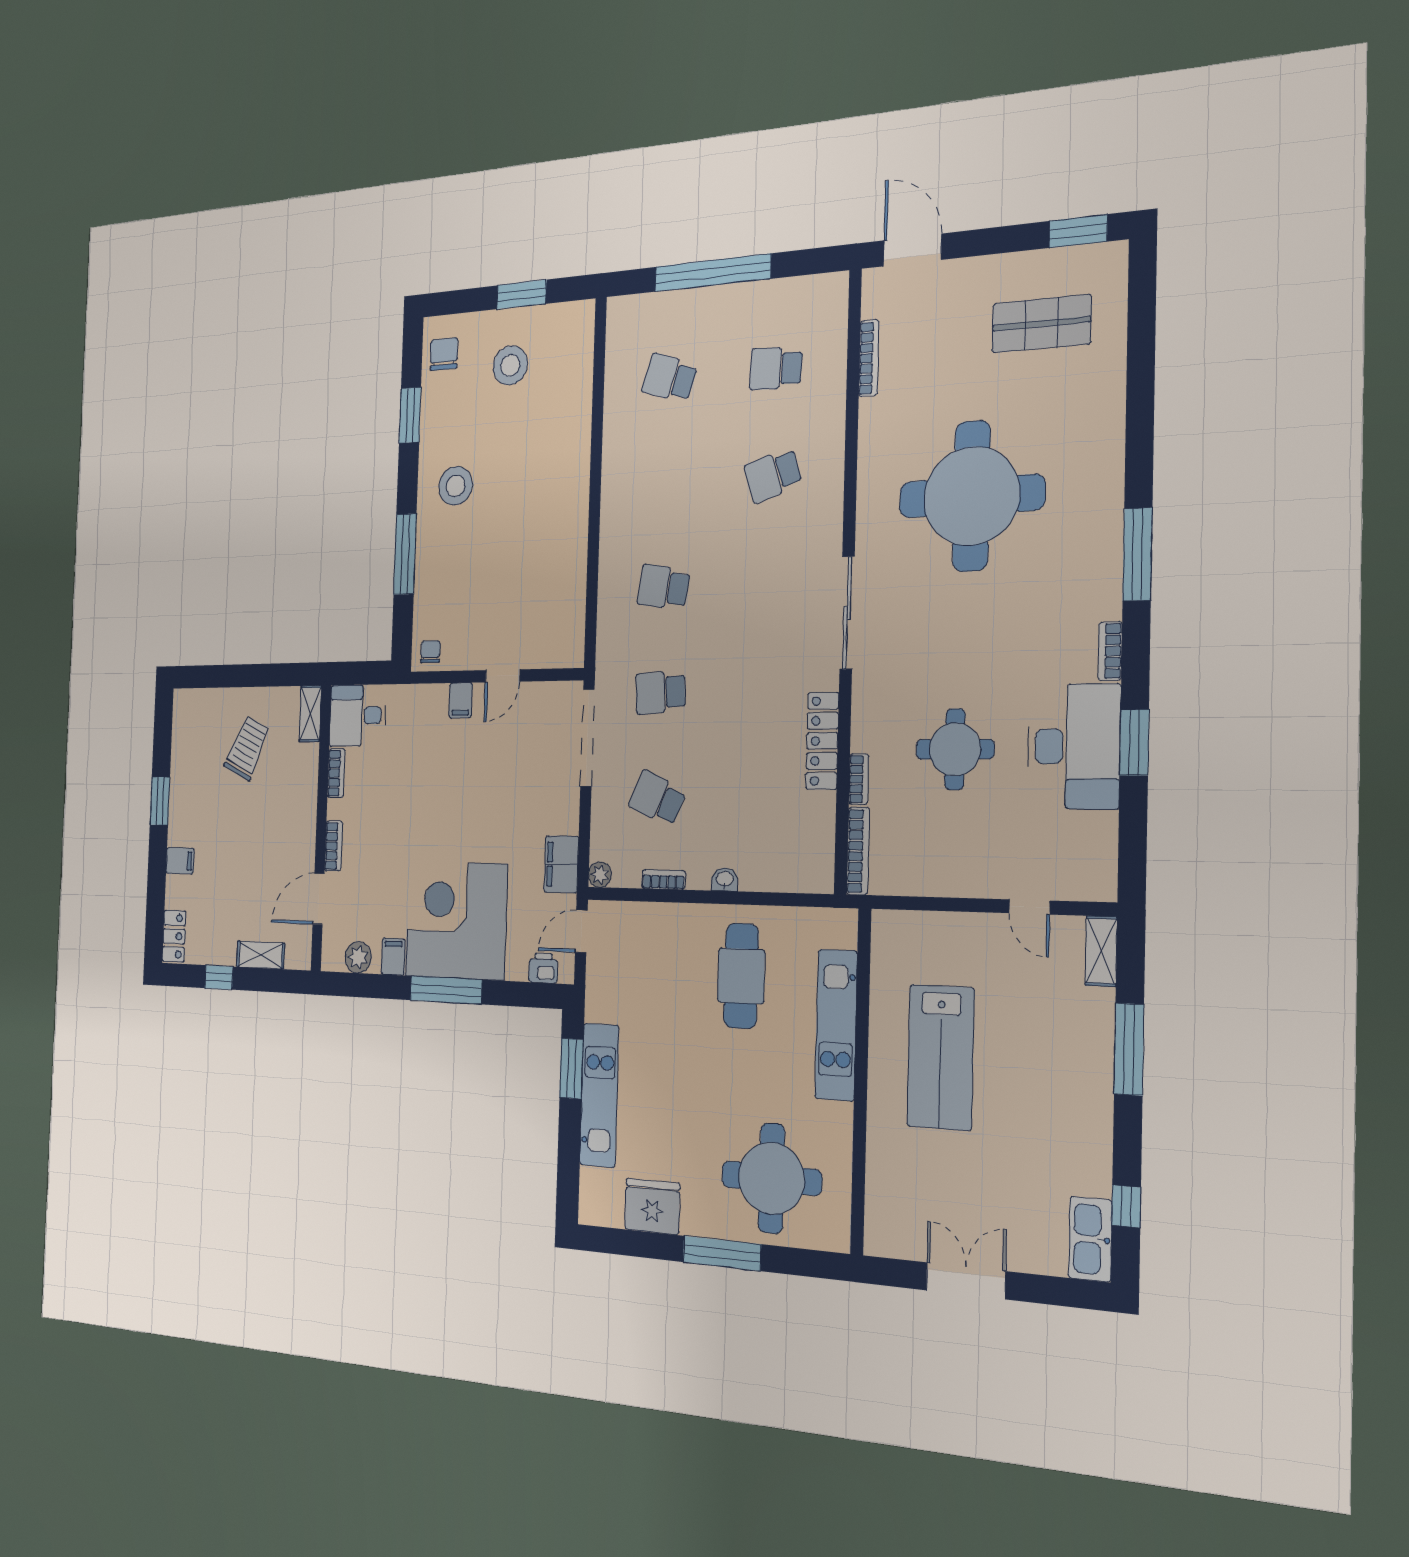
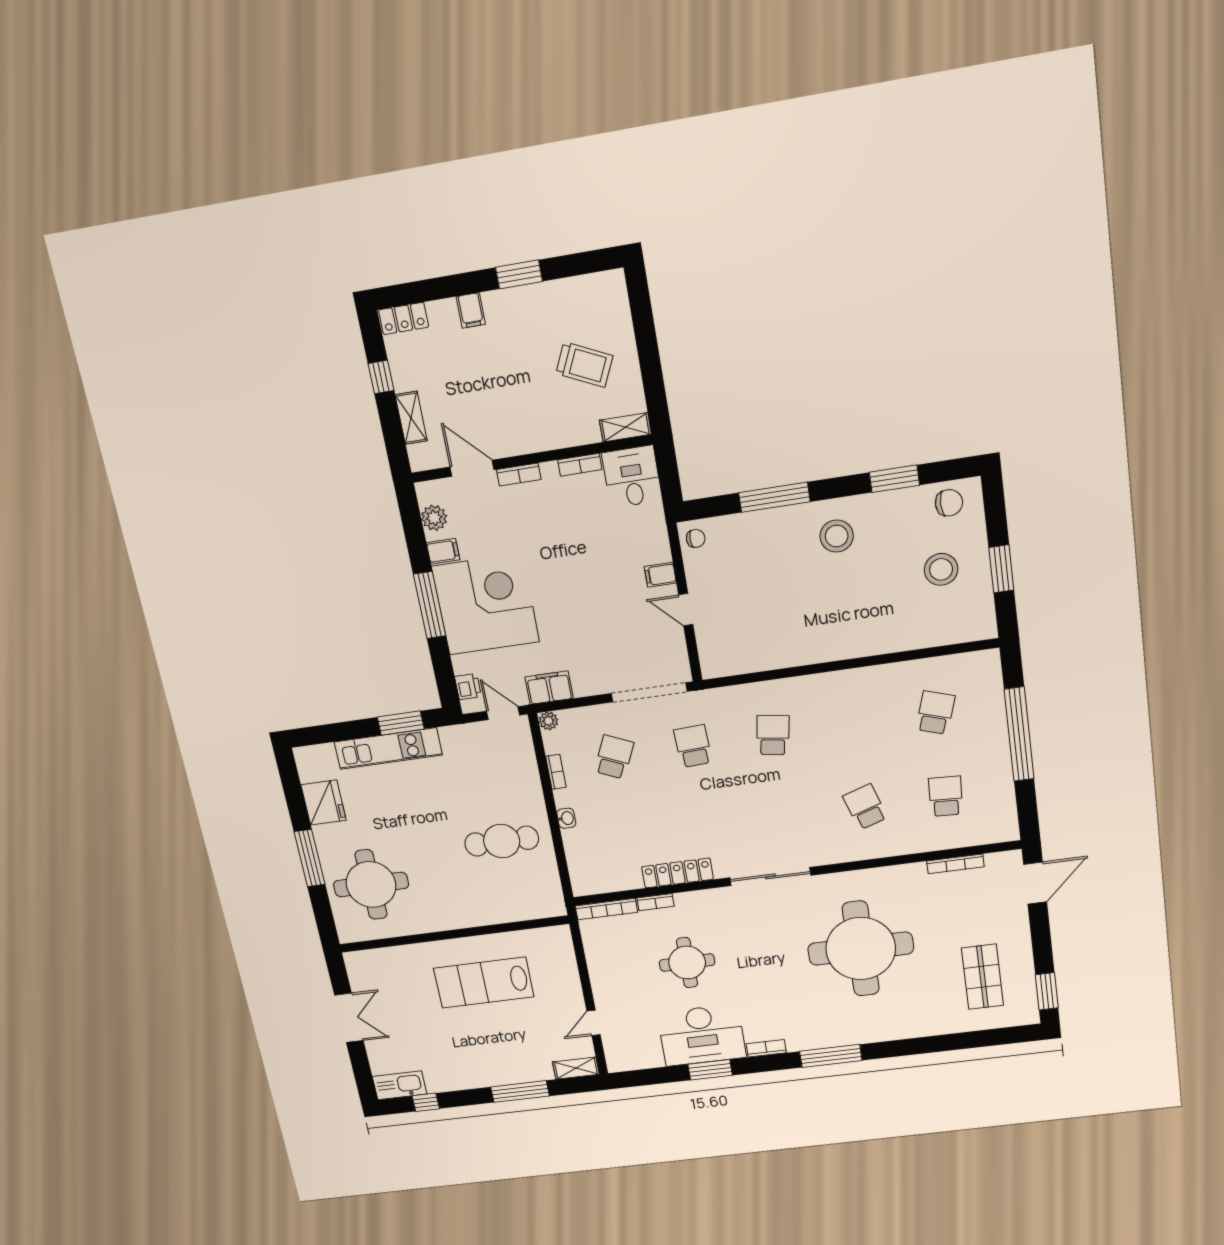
kitchen unit: (836, 1025) -> (486, 912), removed

